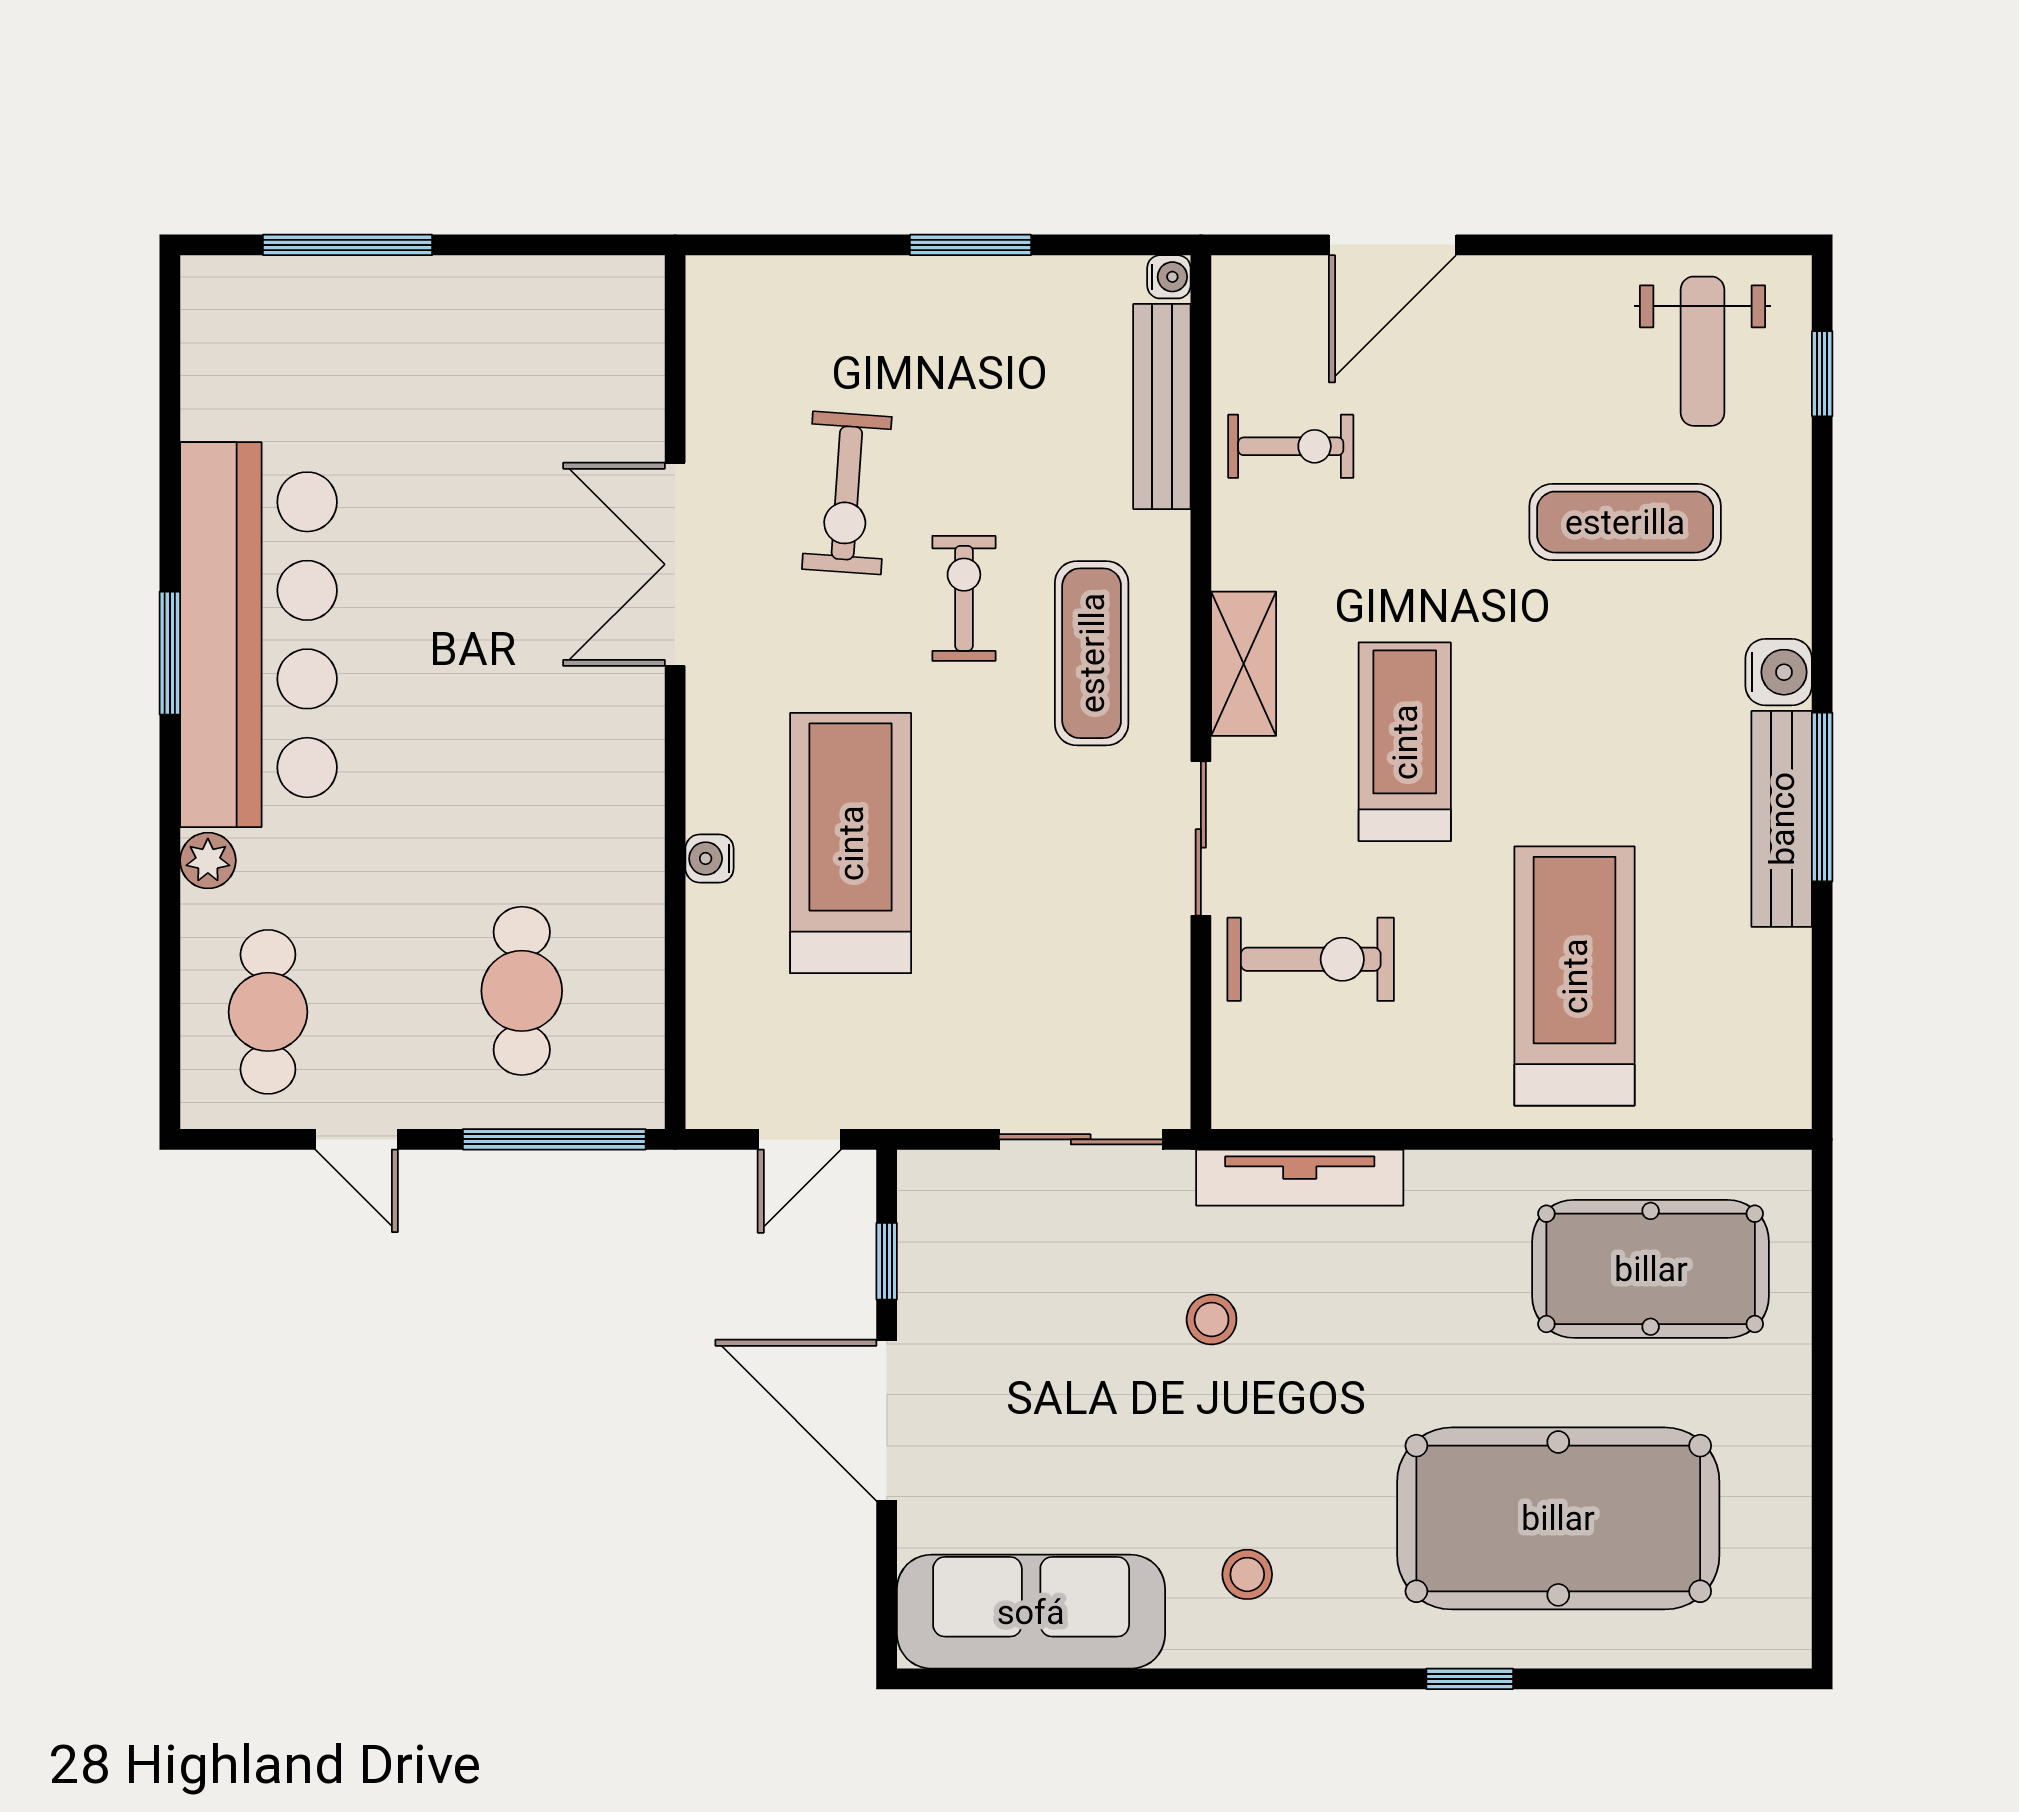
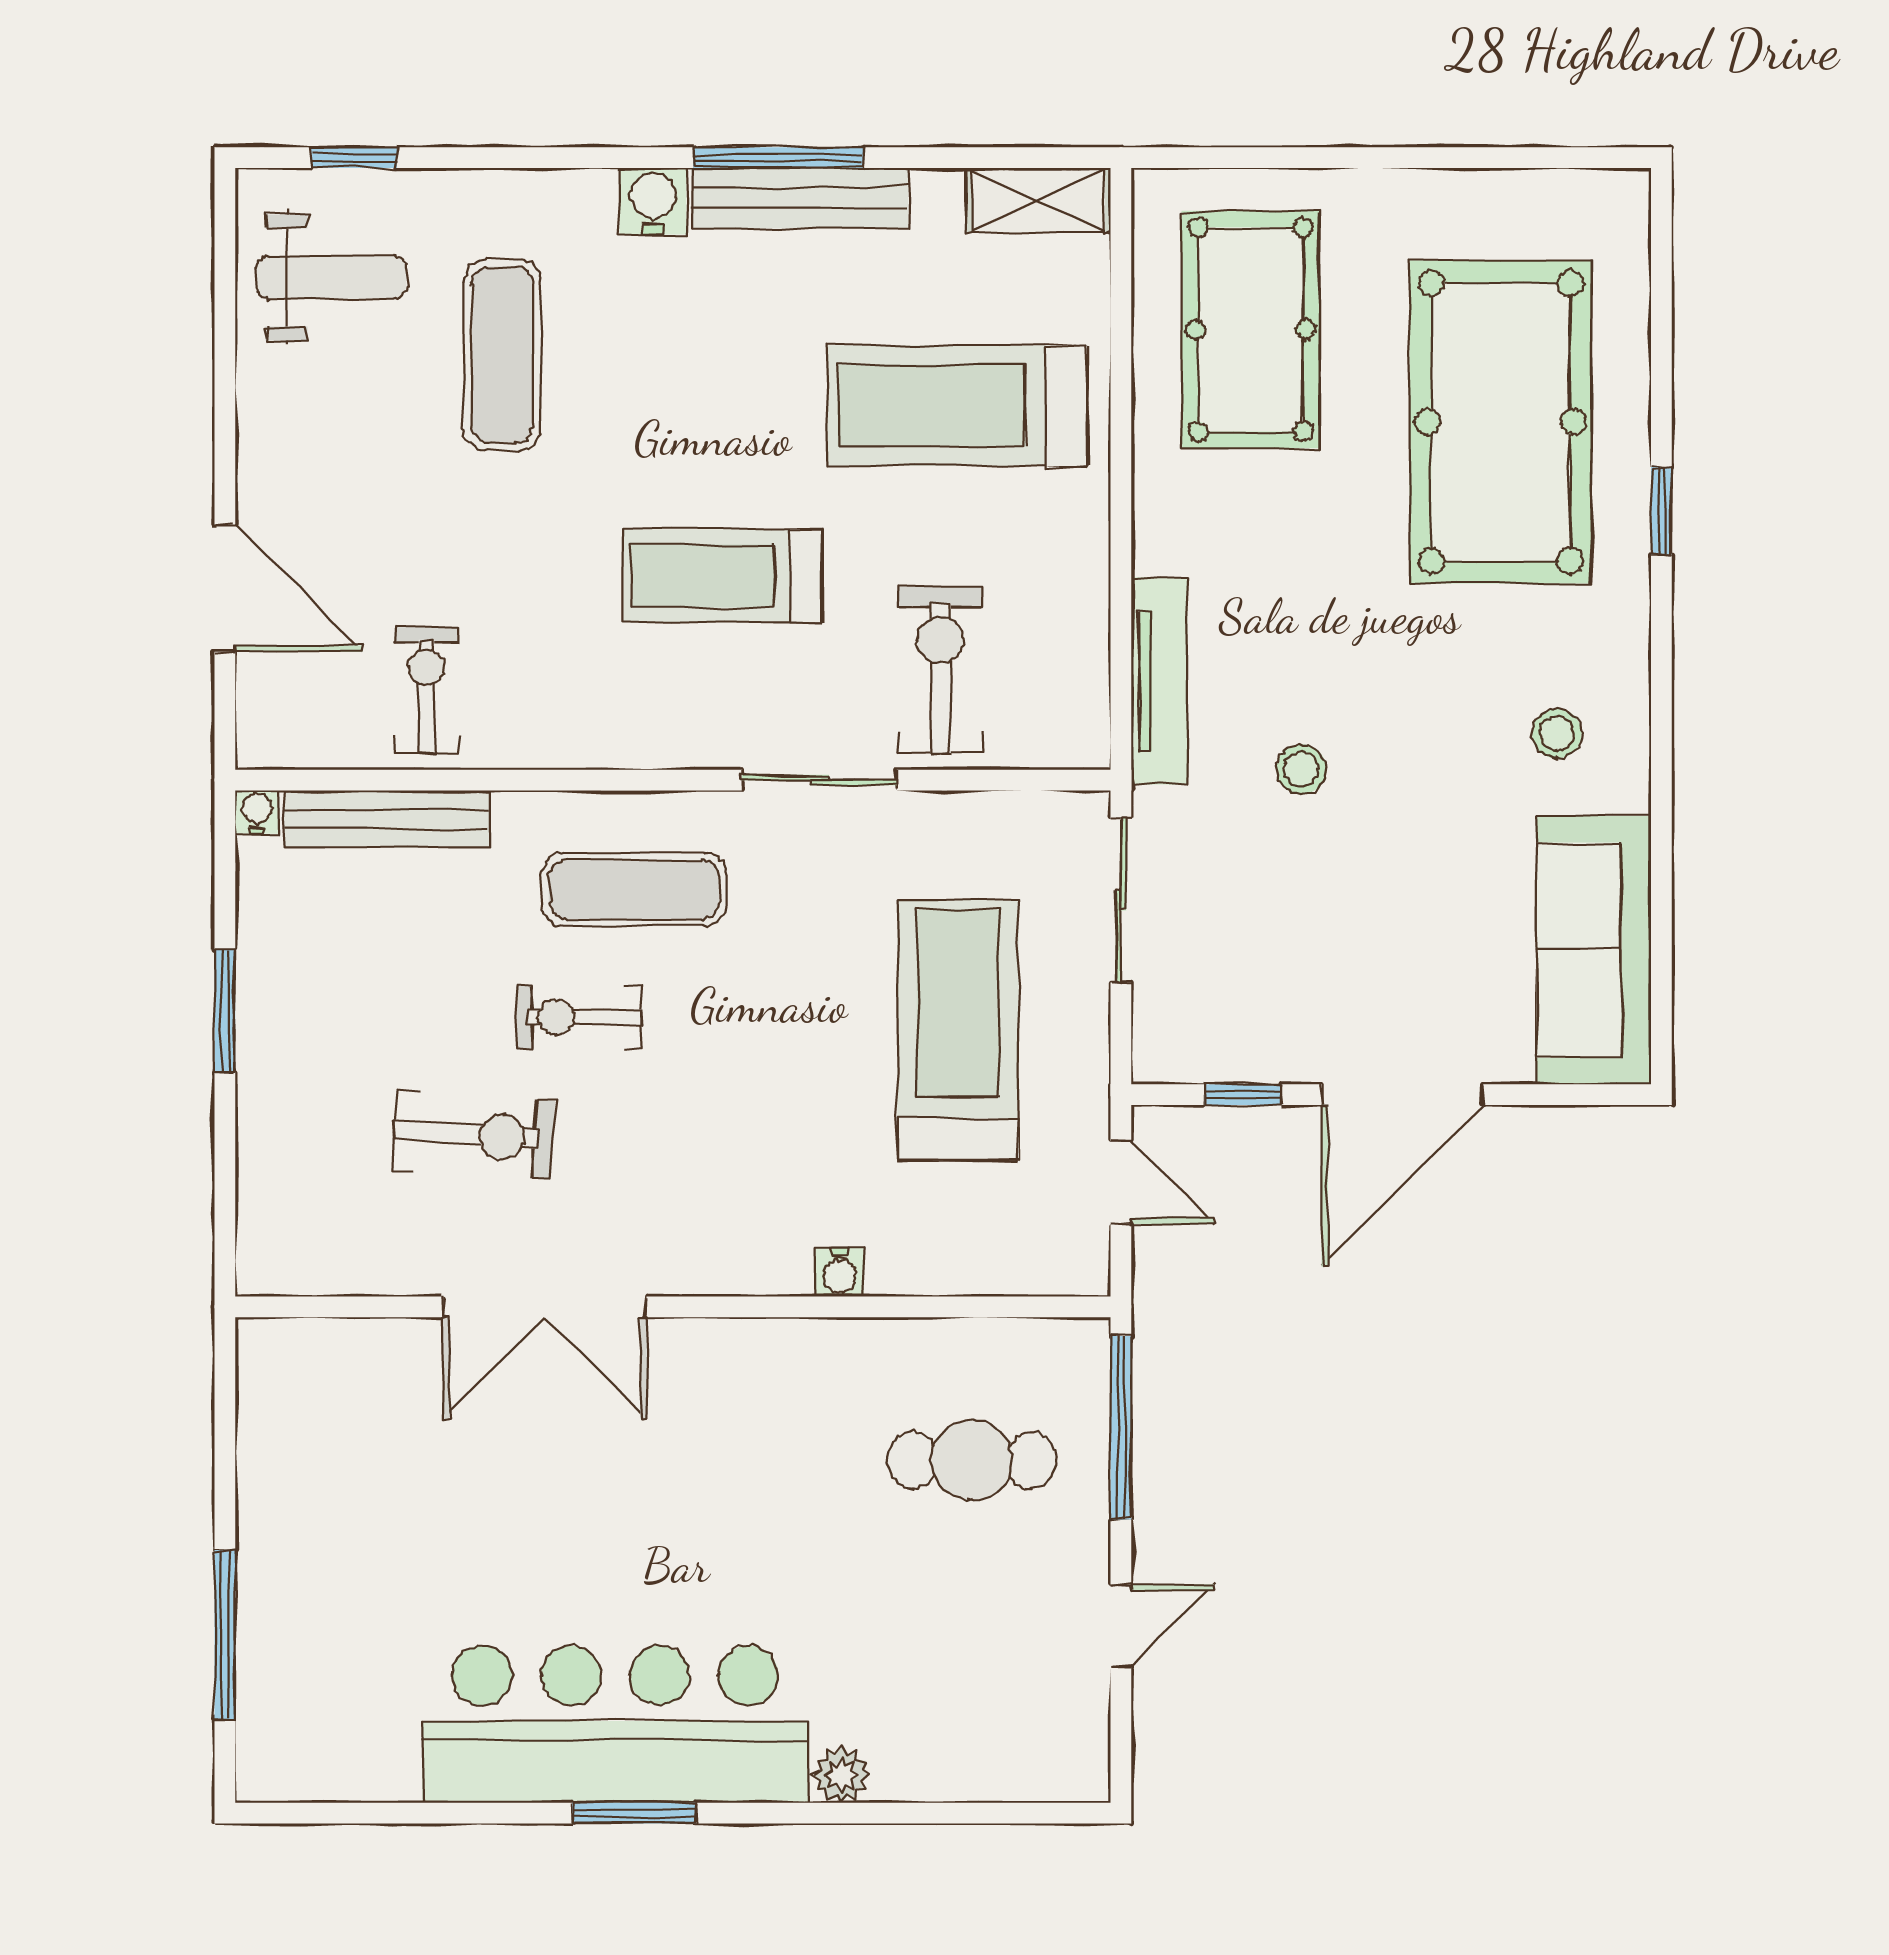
shelving: (1244, 664) -> (1038, 200), moved
treadmill: (851, 843) -> (958, 1030), moved, turned 90
cafe table: (268, 1012) -> (993, 1715), removed

